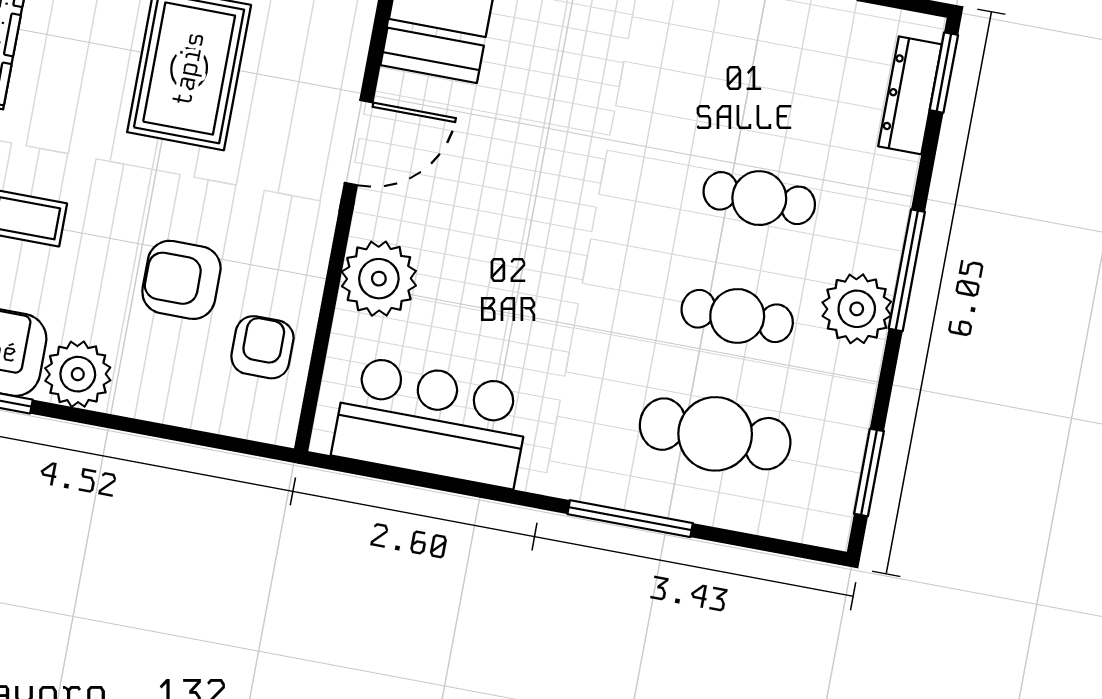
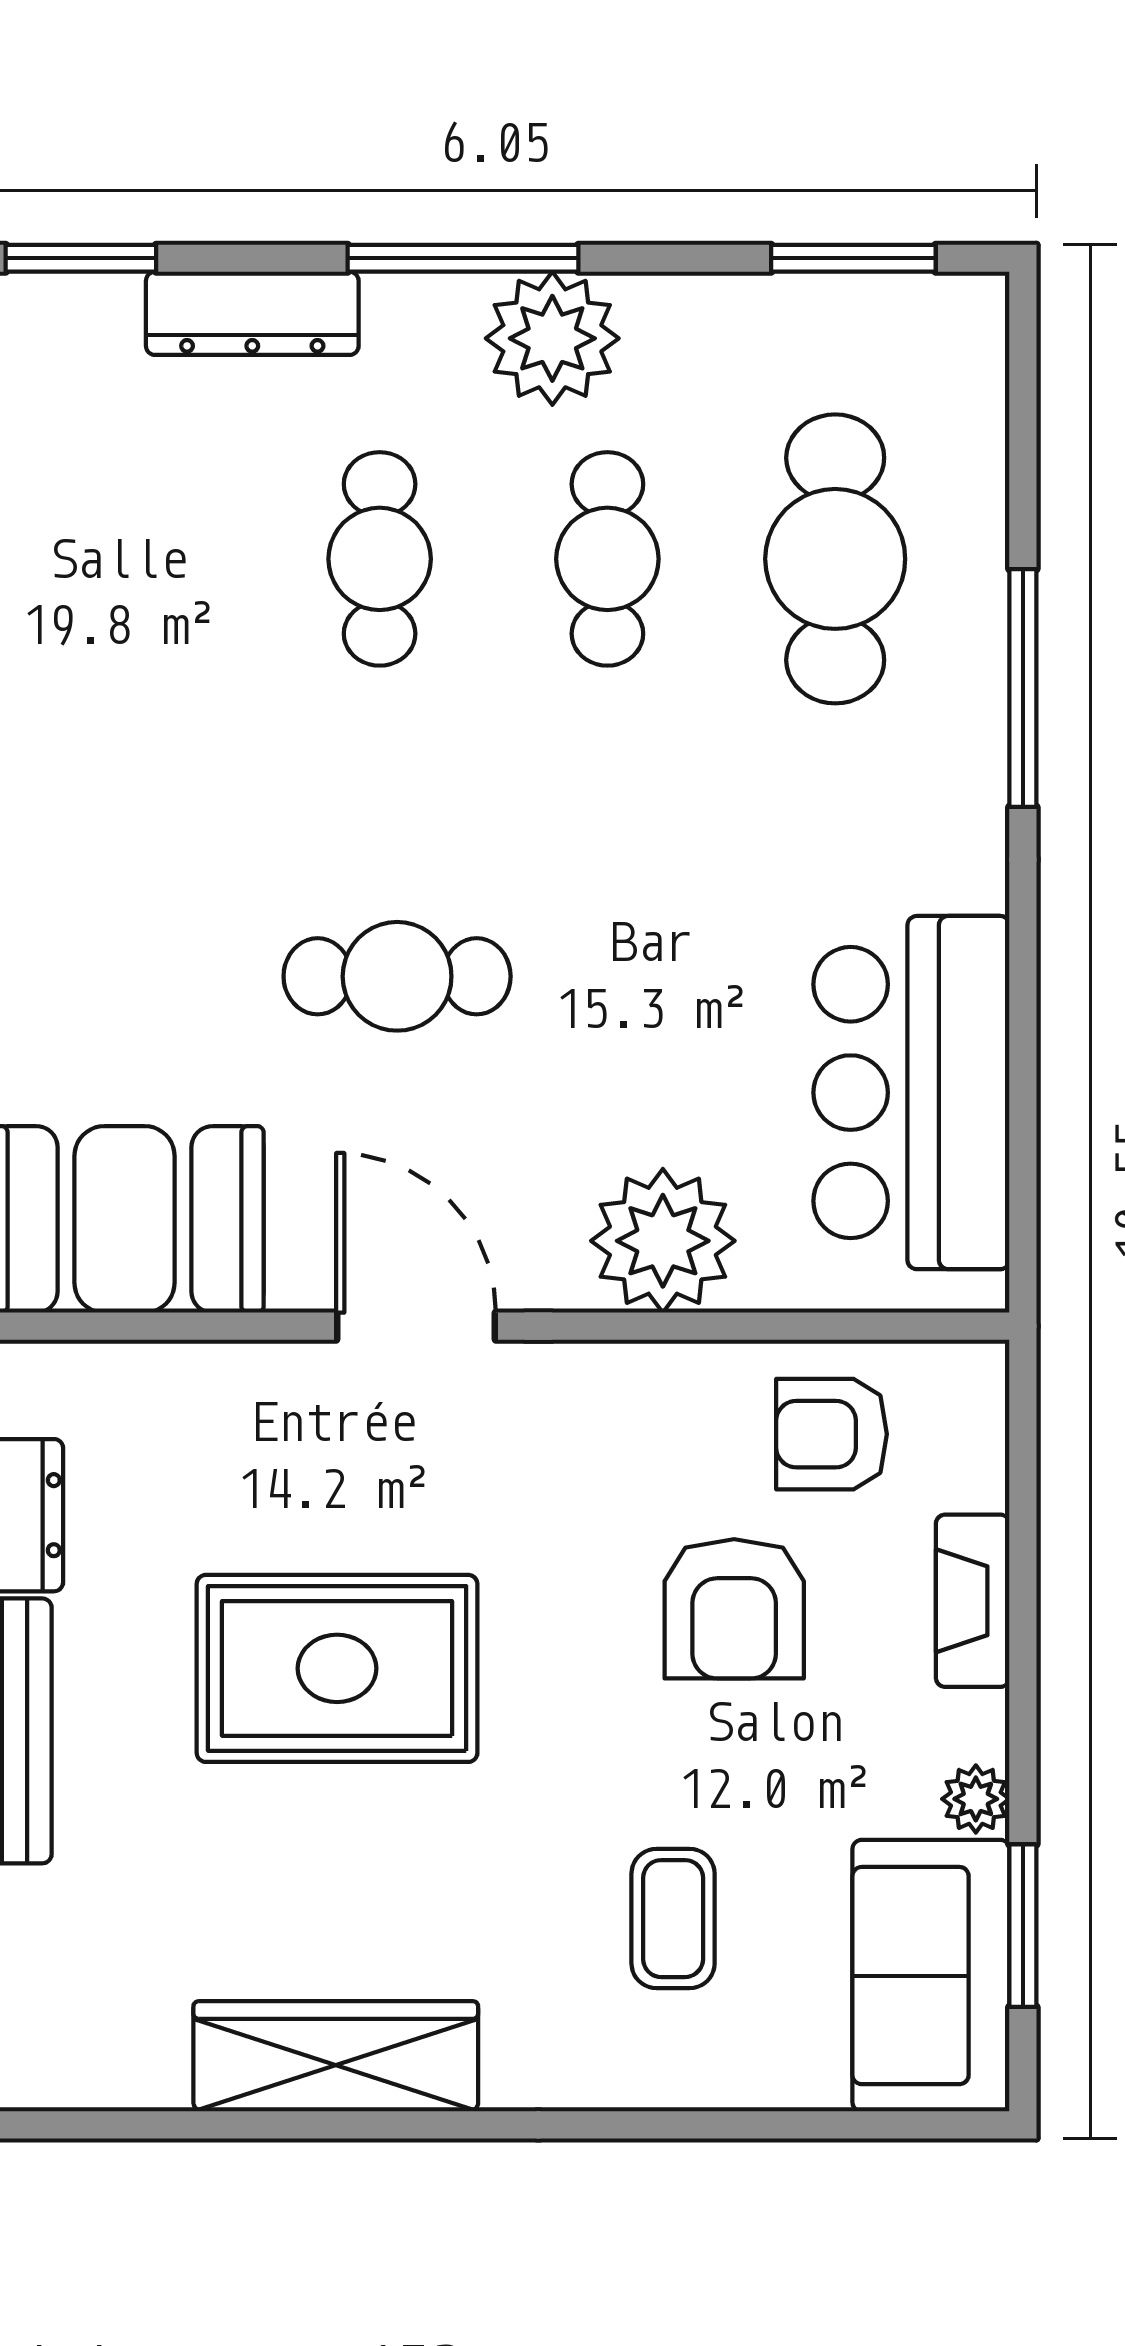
dresser: (910, 95) -> (252, 313), moved
cafe table: (542, 167) -> (397, 976), added
plant: (78, 374) -> (976, 1799), width x0.53, depth x0.53
fireplace: (163, 404) -> (973, 1601), added

